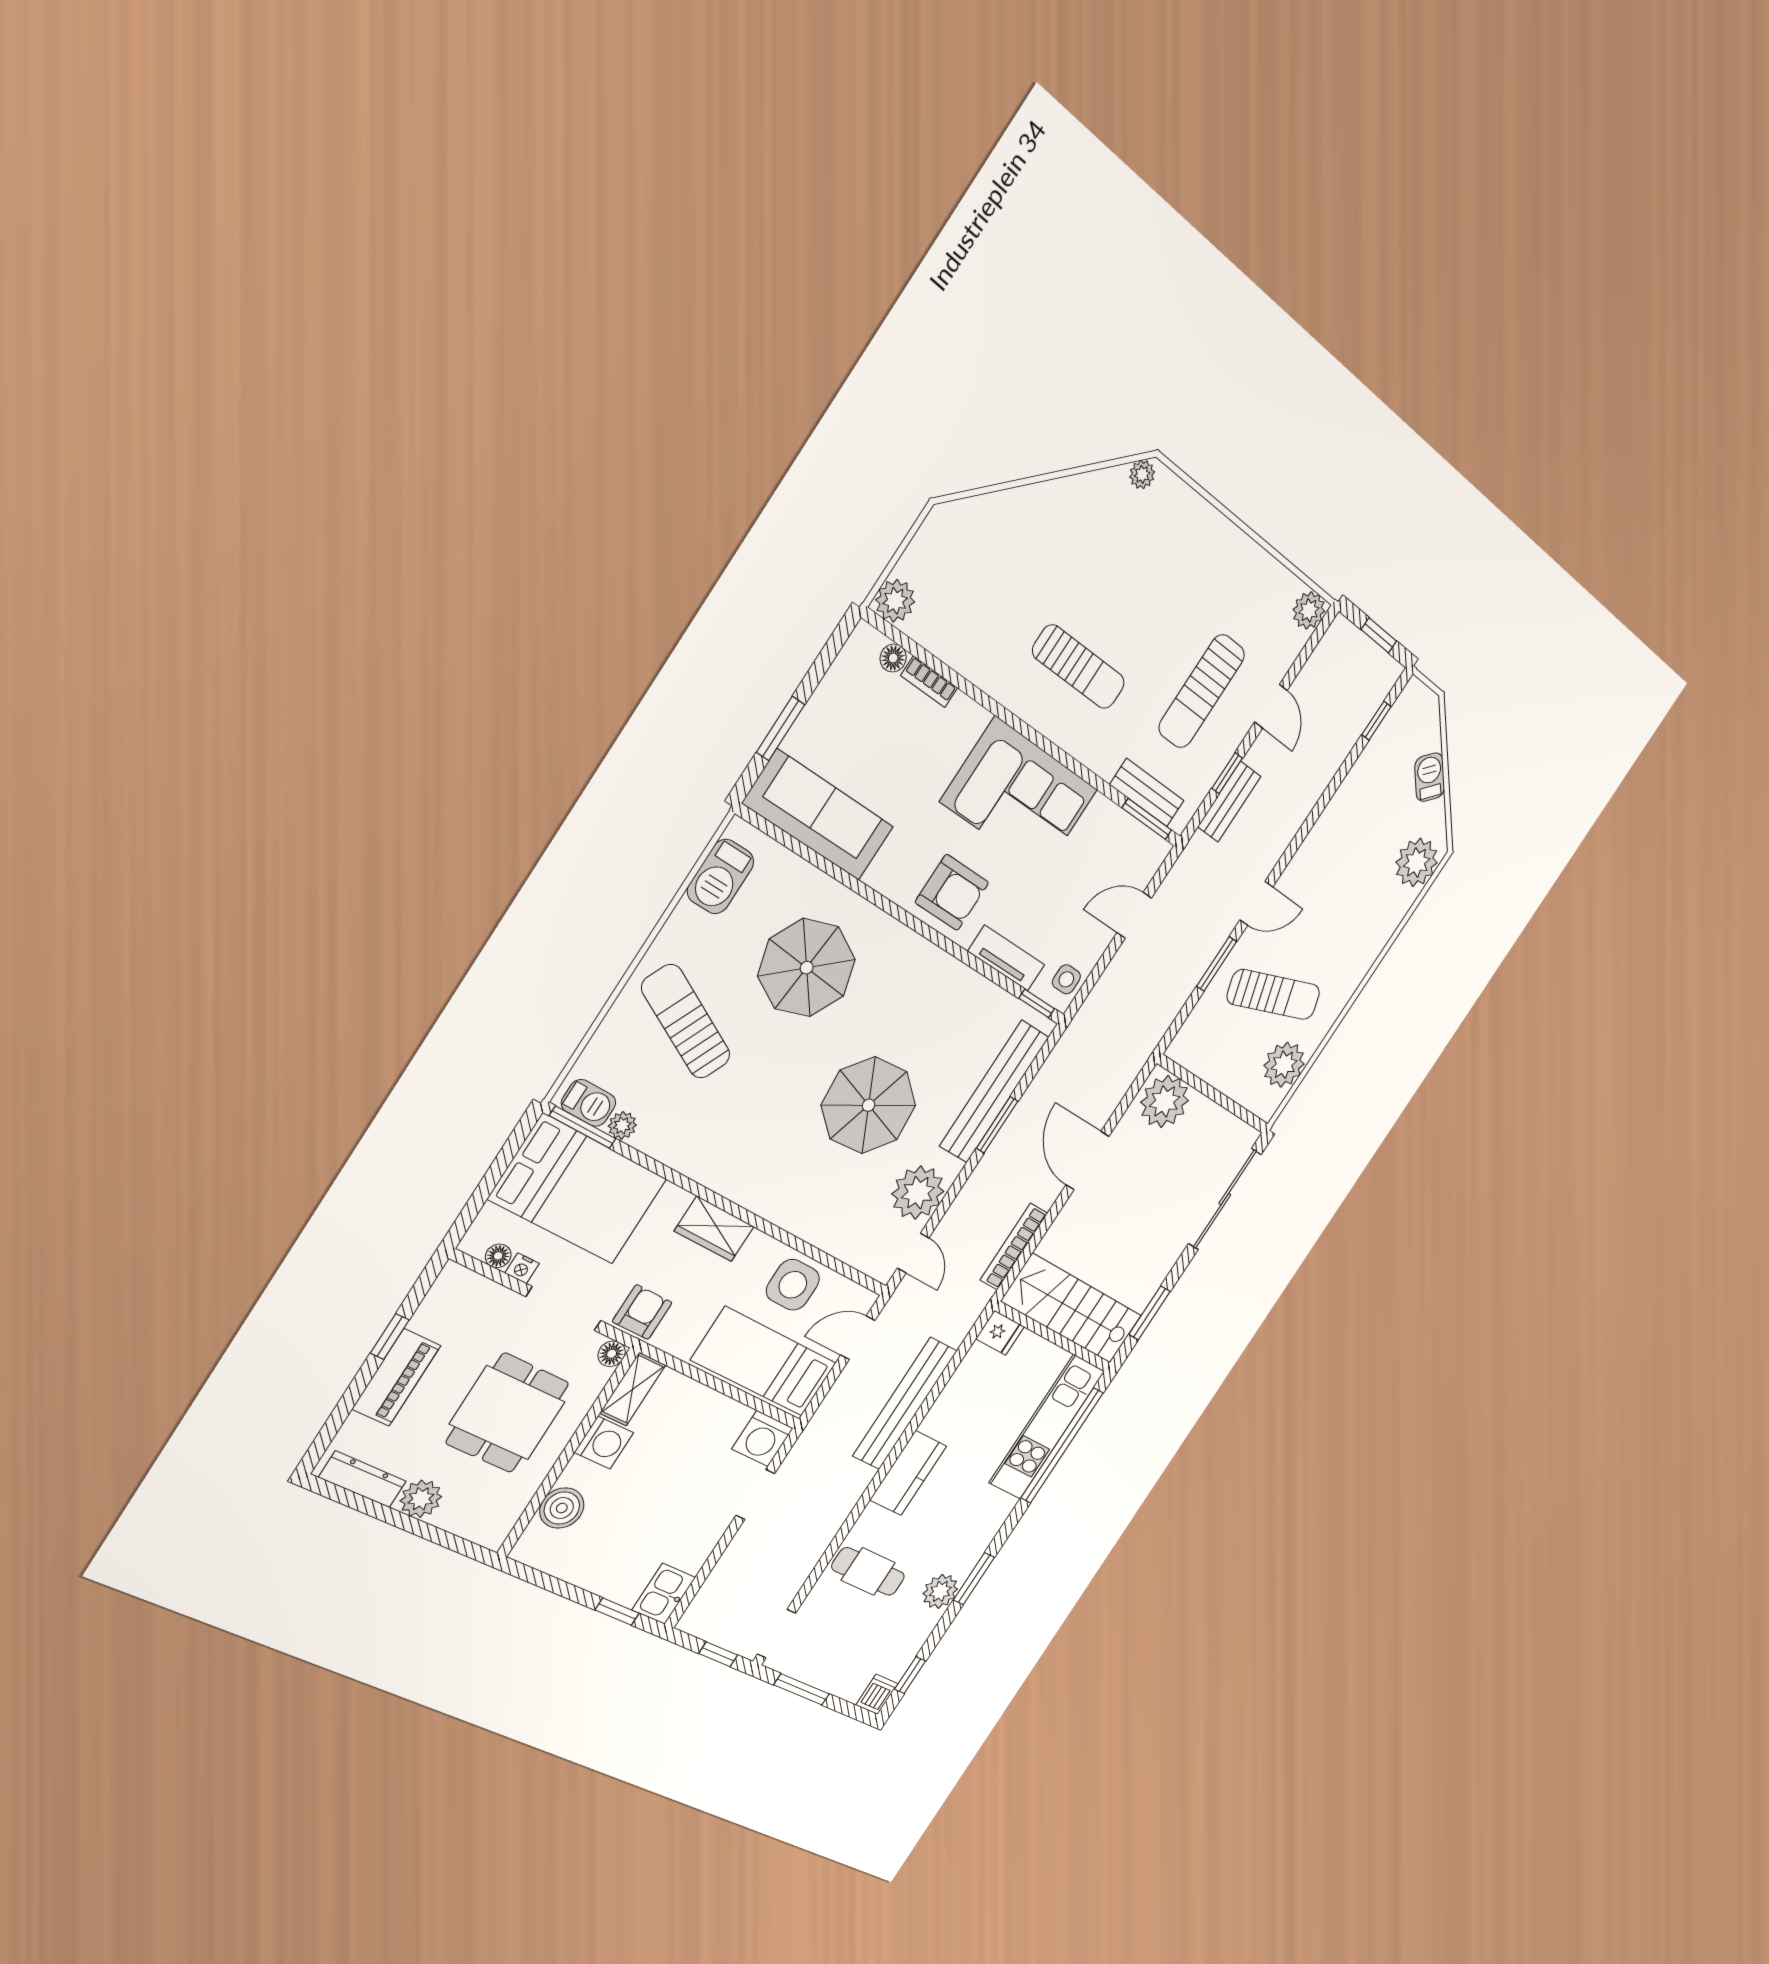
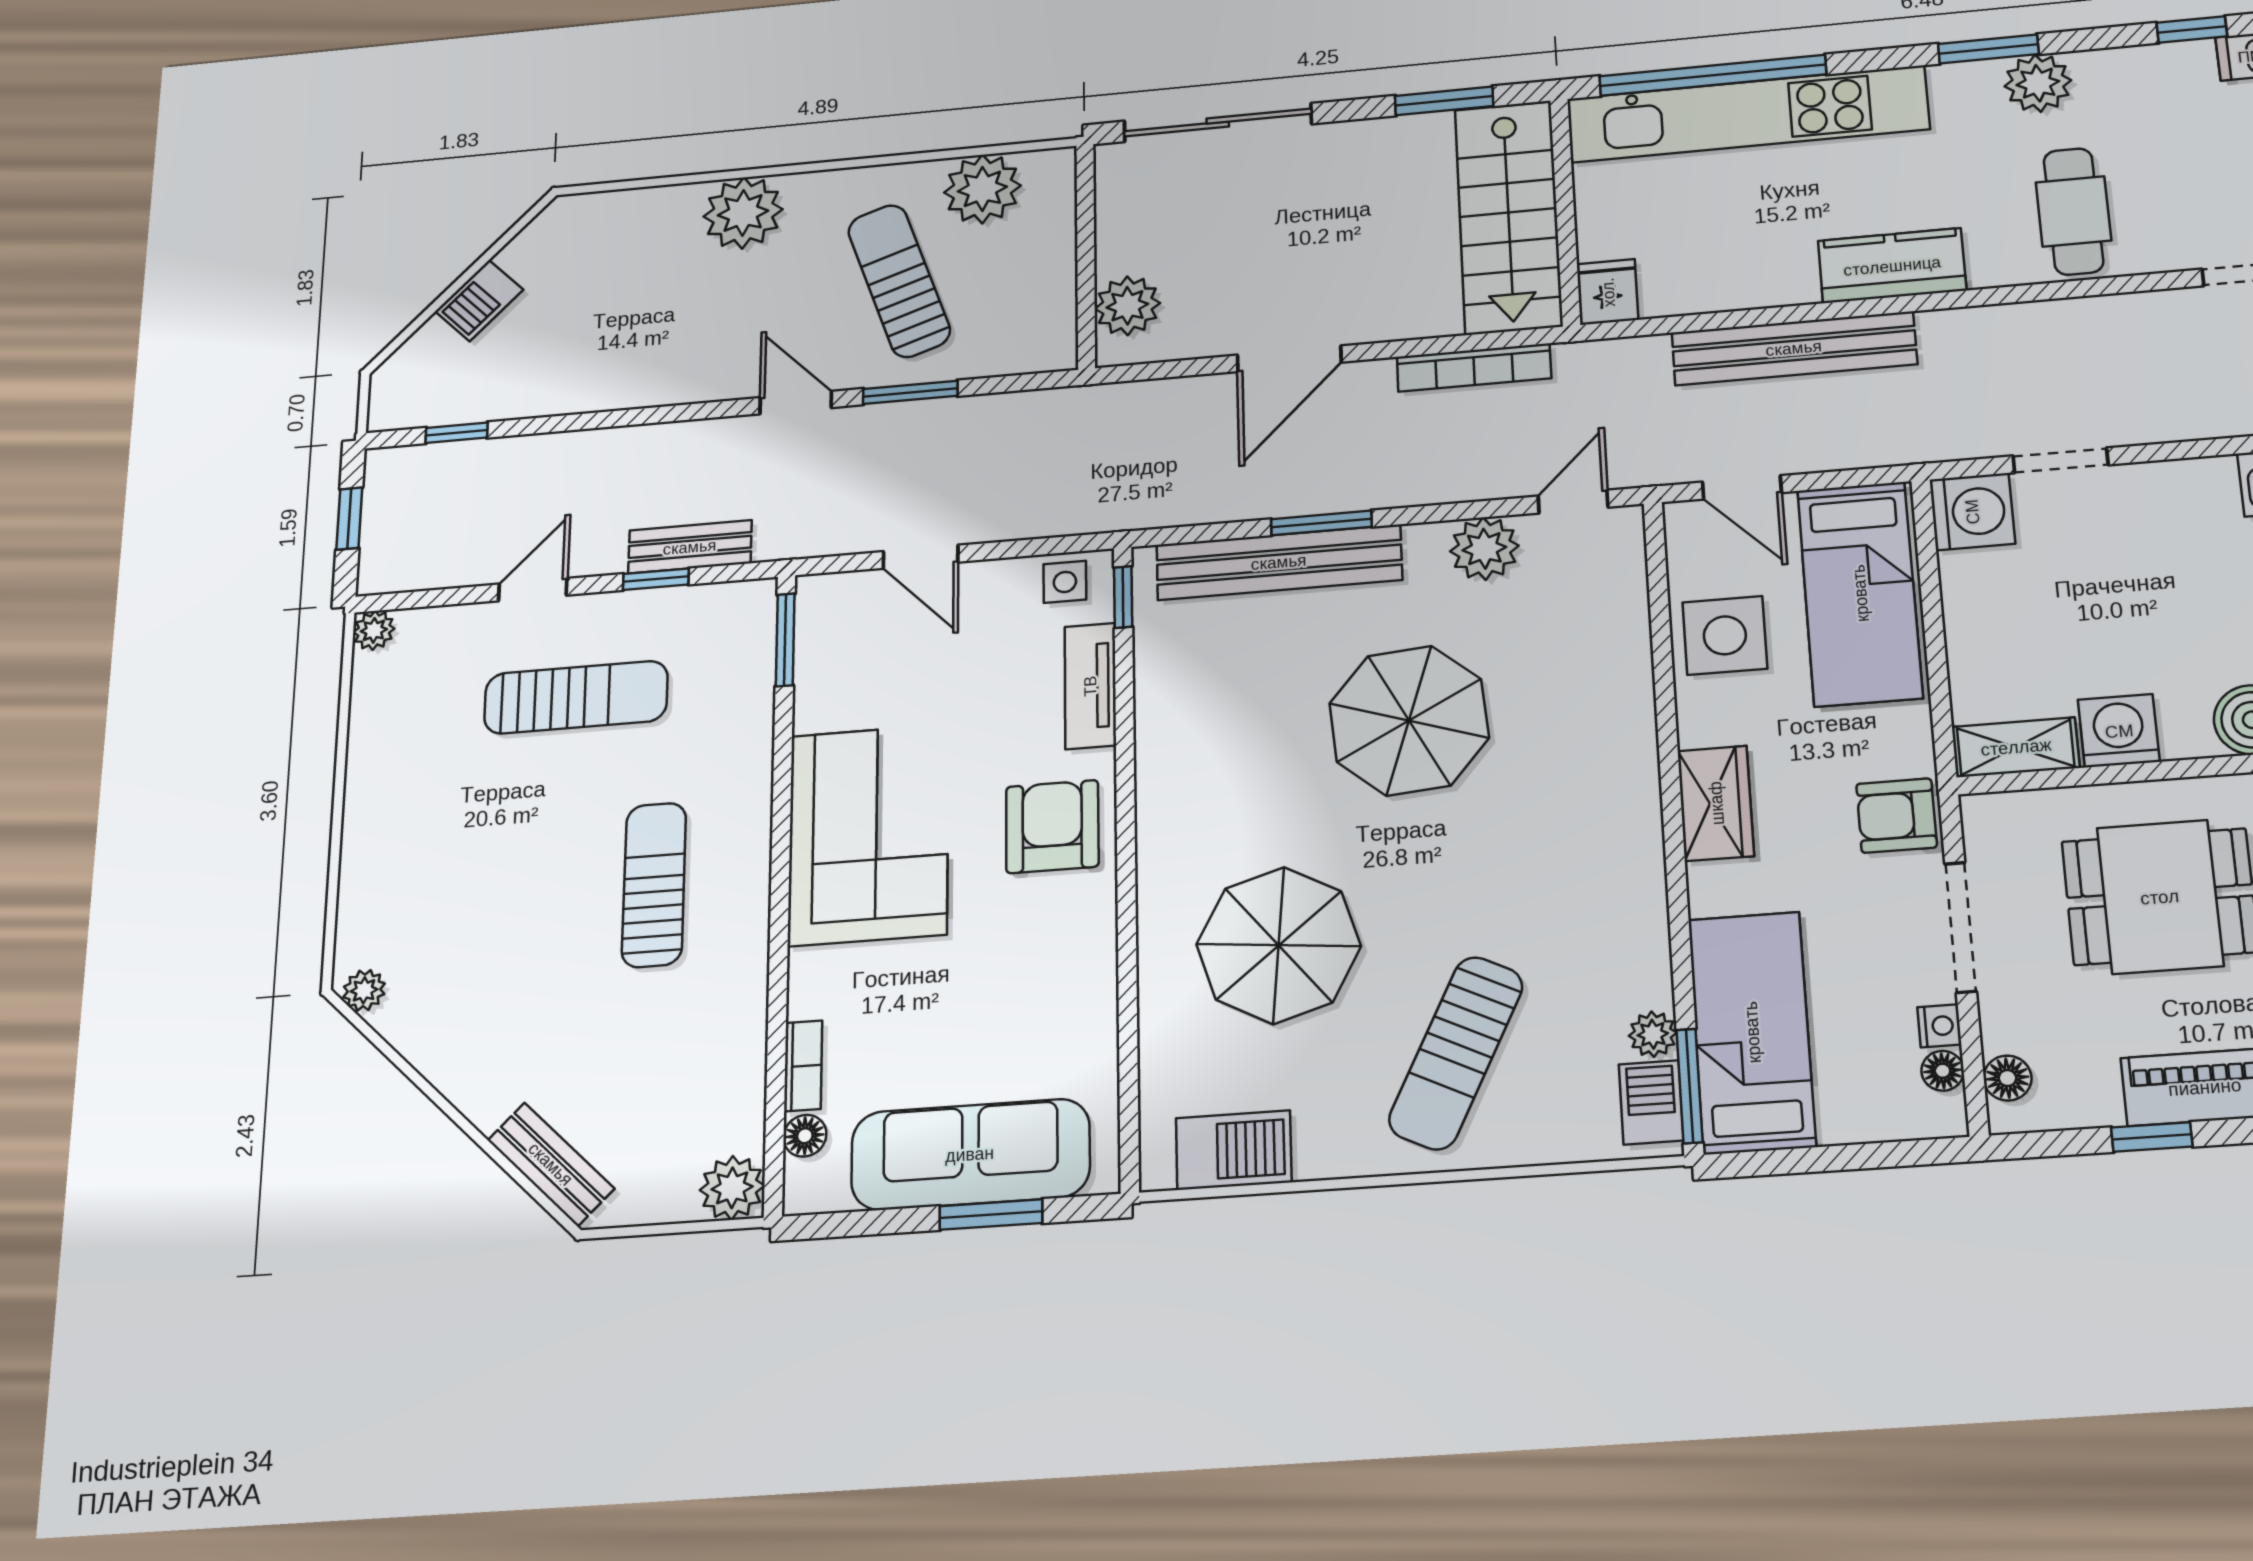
plant: (1309, 610) -> (374, 630), width x0.73, depth x0.73
bench: (1147, 793) -> (551, 1164), moved, turned -45
sofa: (818, 815) -> (970, 1154), moved, turned 90
plant: (1417, 863) -> (743, 213), moved
plant: (1165, 1101) -> (1127, 306), width x0.73, depth x0.73
bed: (578, 1189) -> (1752, 1032), width x0.67
plant: (918, 1193) -> (1484, 549), width x0.73, depth x0.73
floor lamp: (612, 1354) -> (2007, 1078), moved
kitchen unit: (1047, 1427) -> (1747, 114), width x1.36

